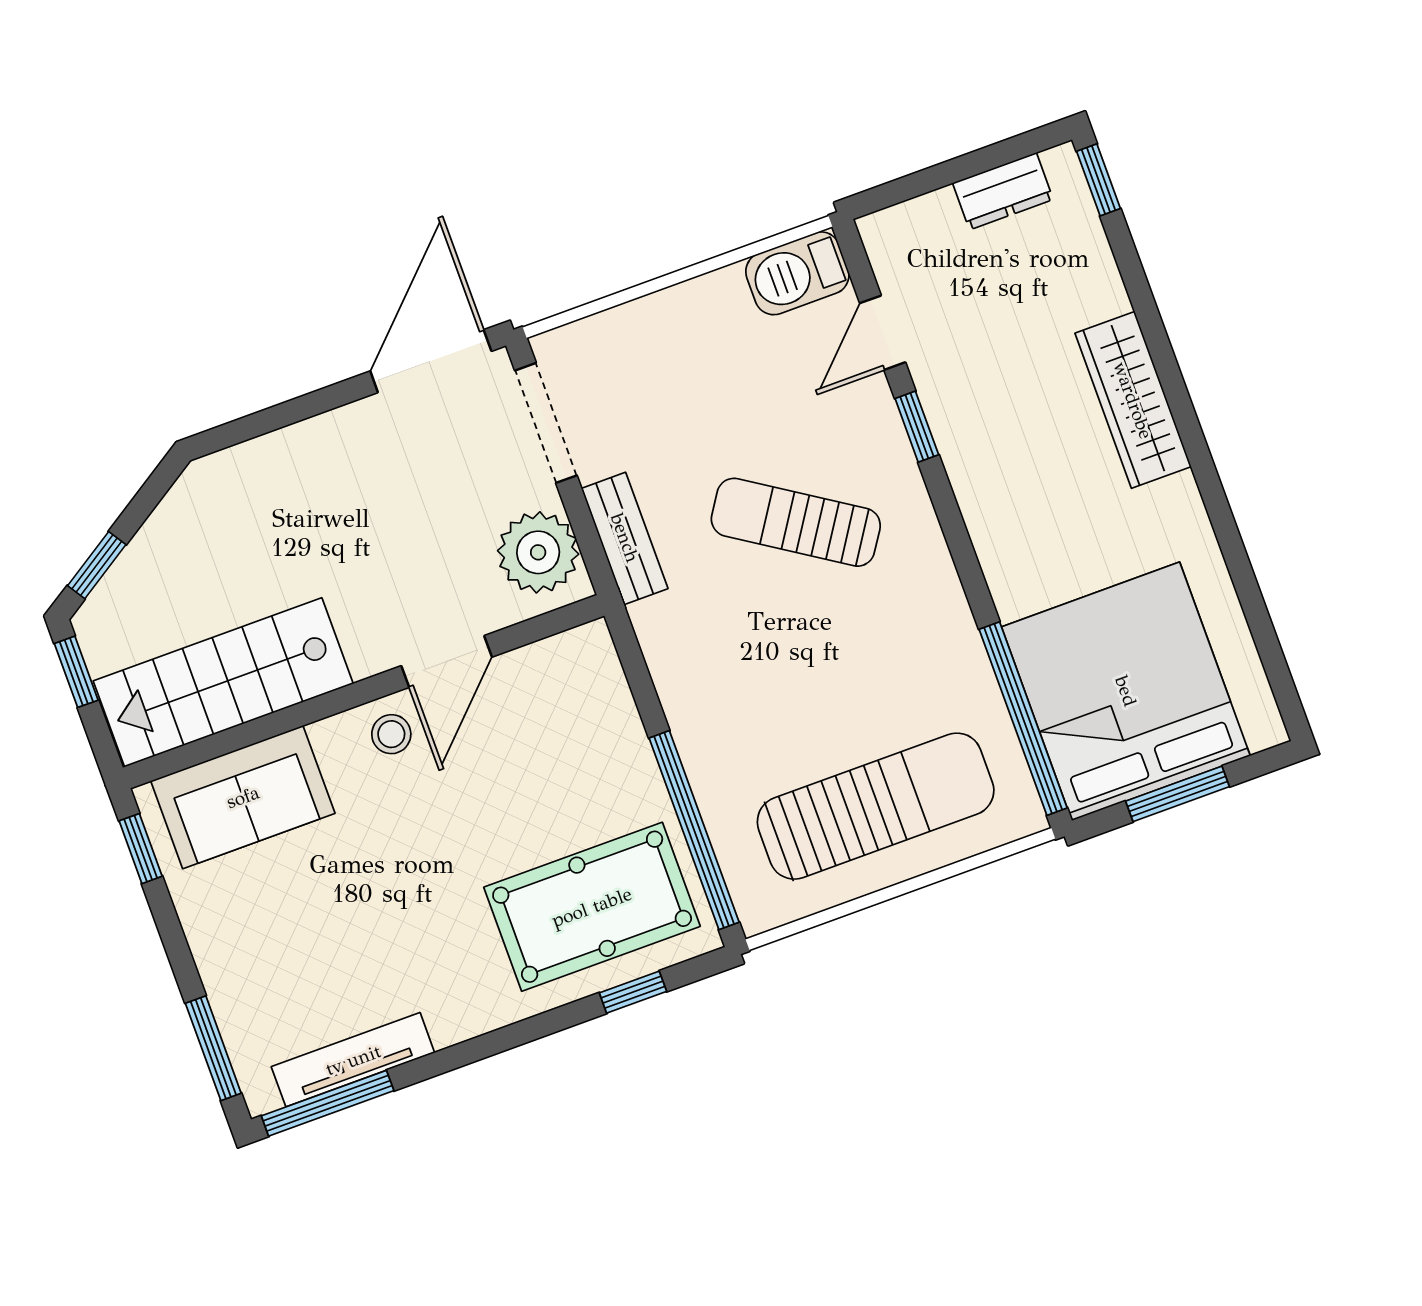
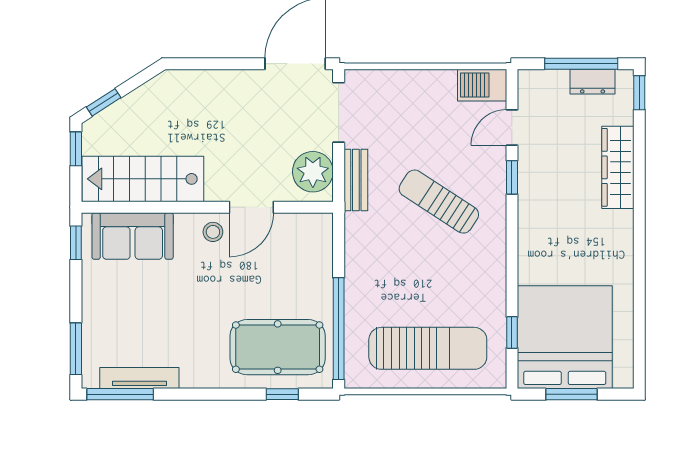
window: (969, 165) -> (581, 64), added
wardrobe: (1133, 400) -> (618, 167), moved
window: (1023, 719) -> (512, 332), width x0.32

